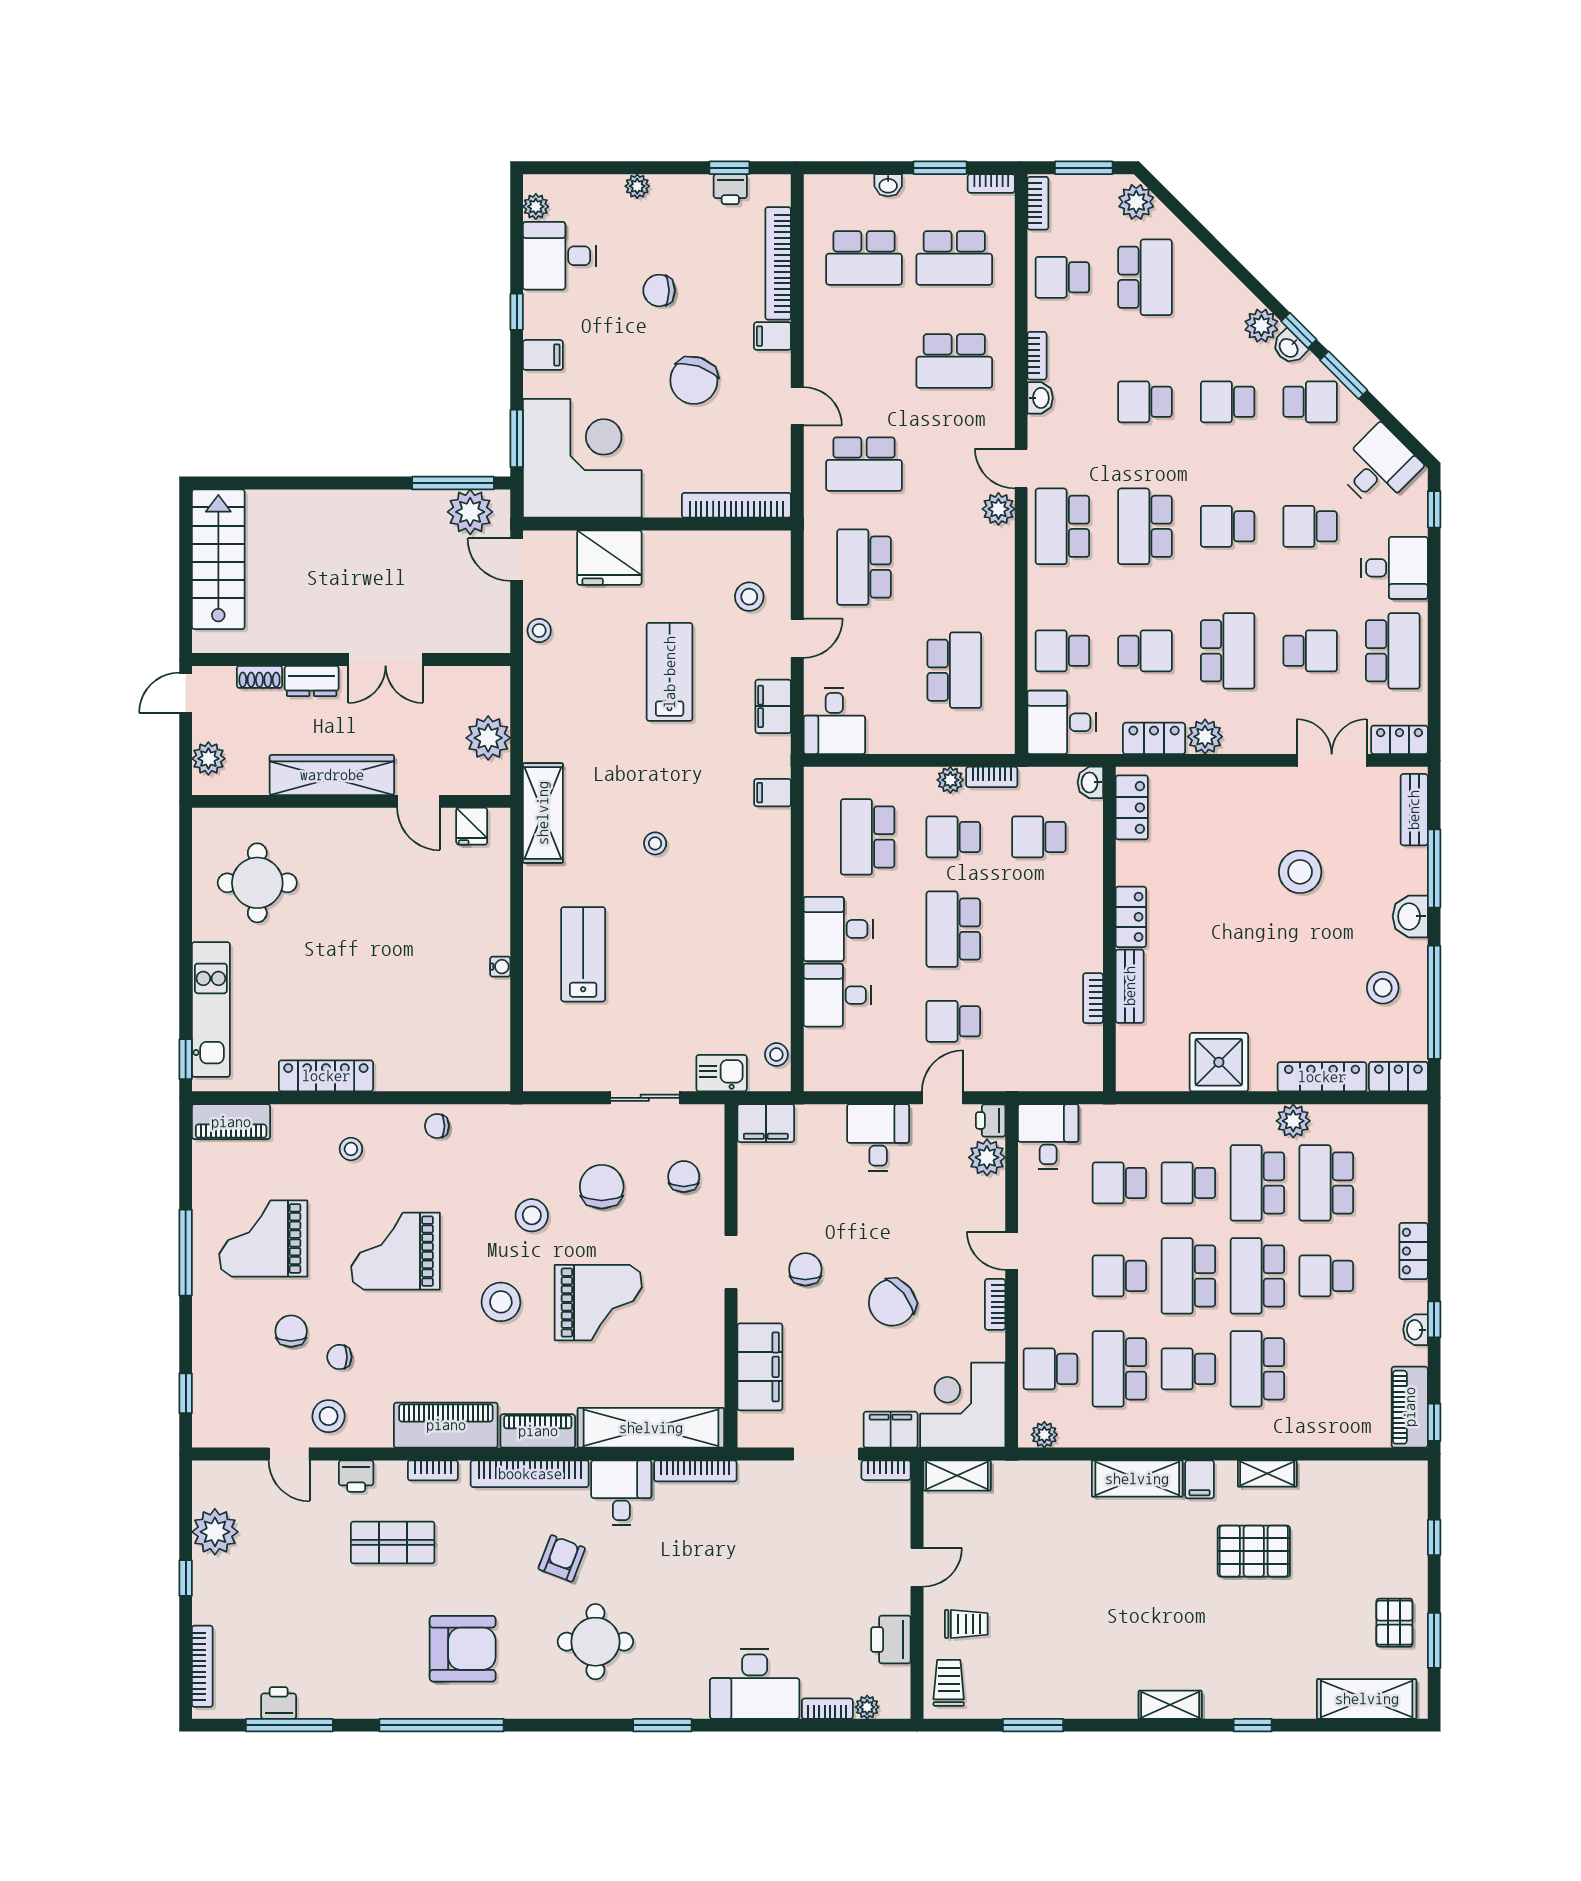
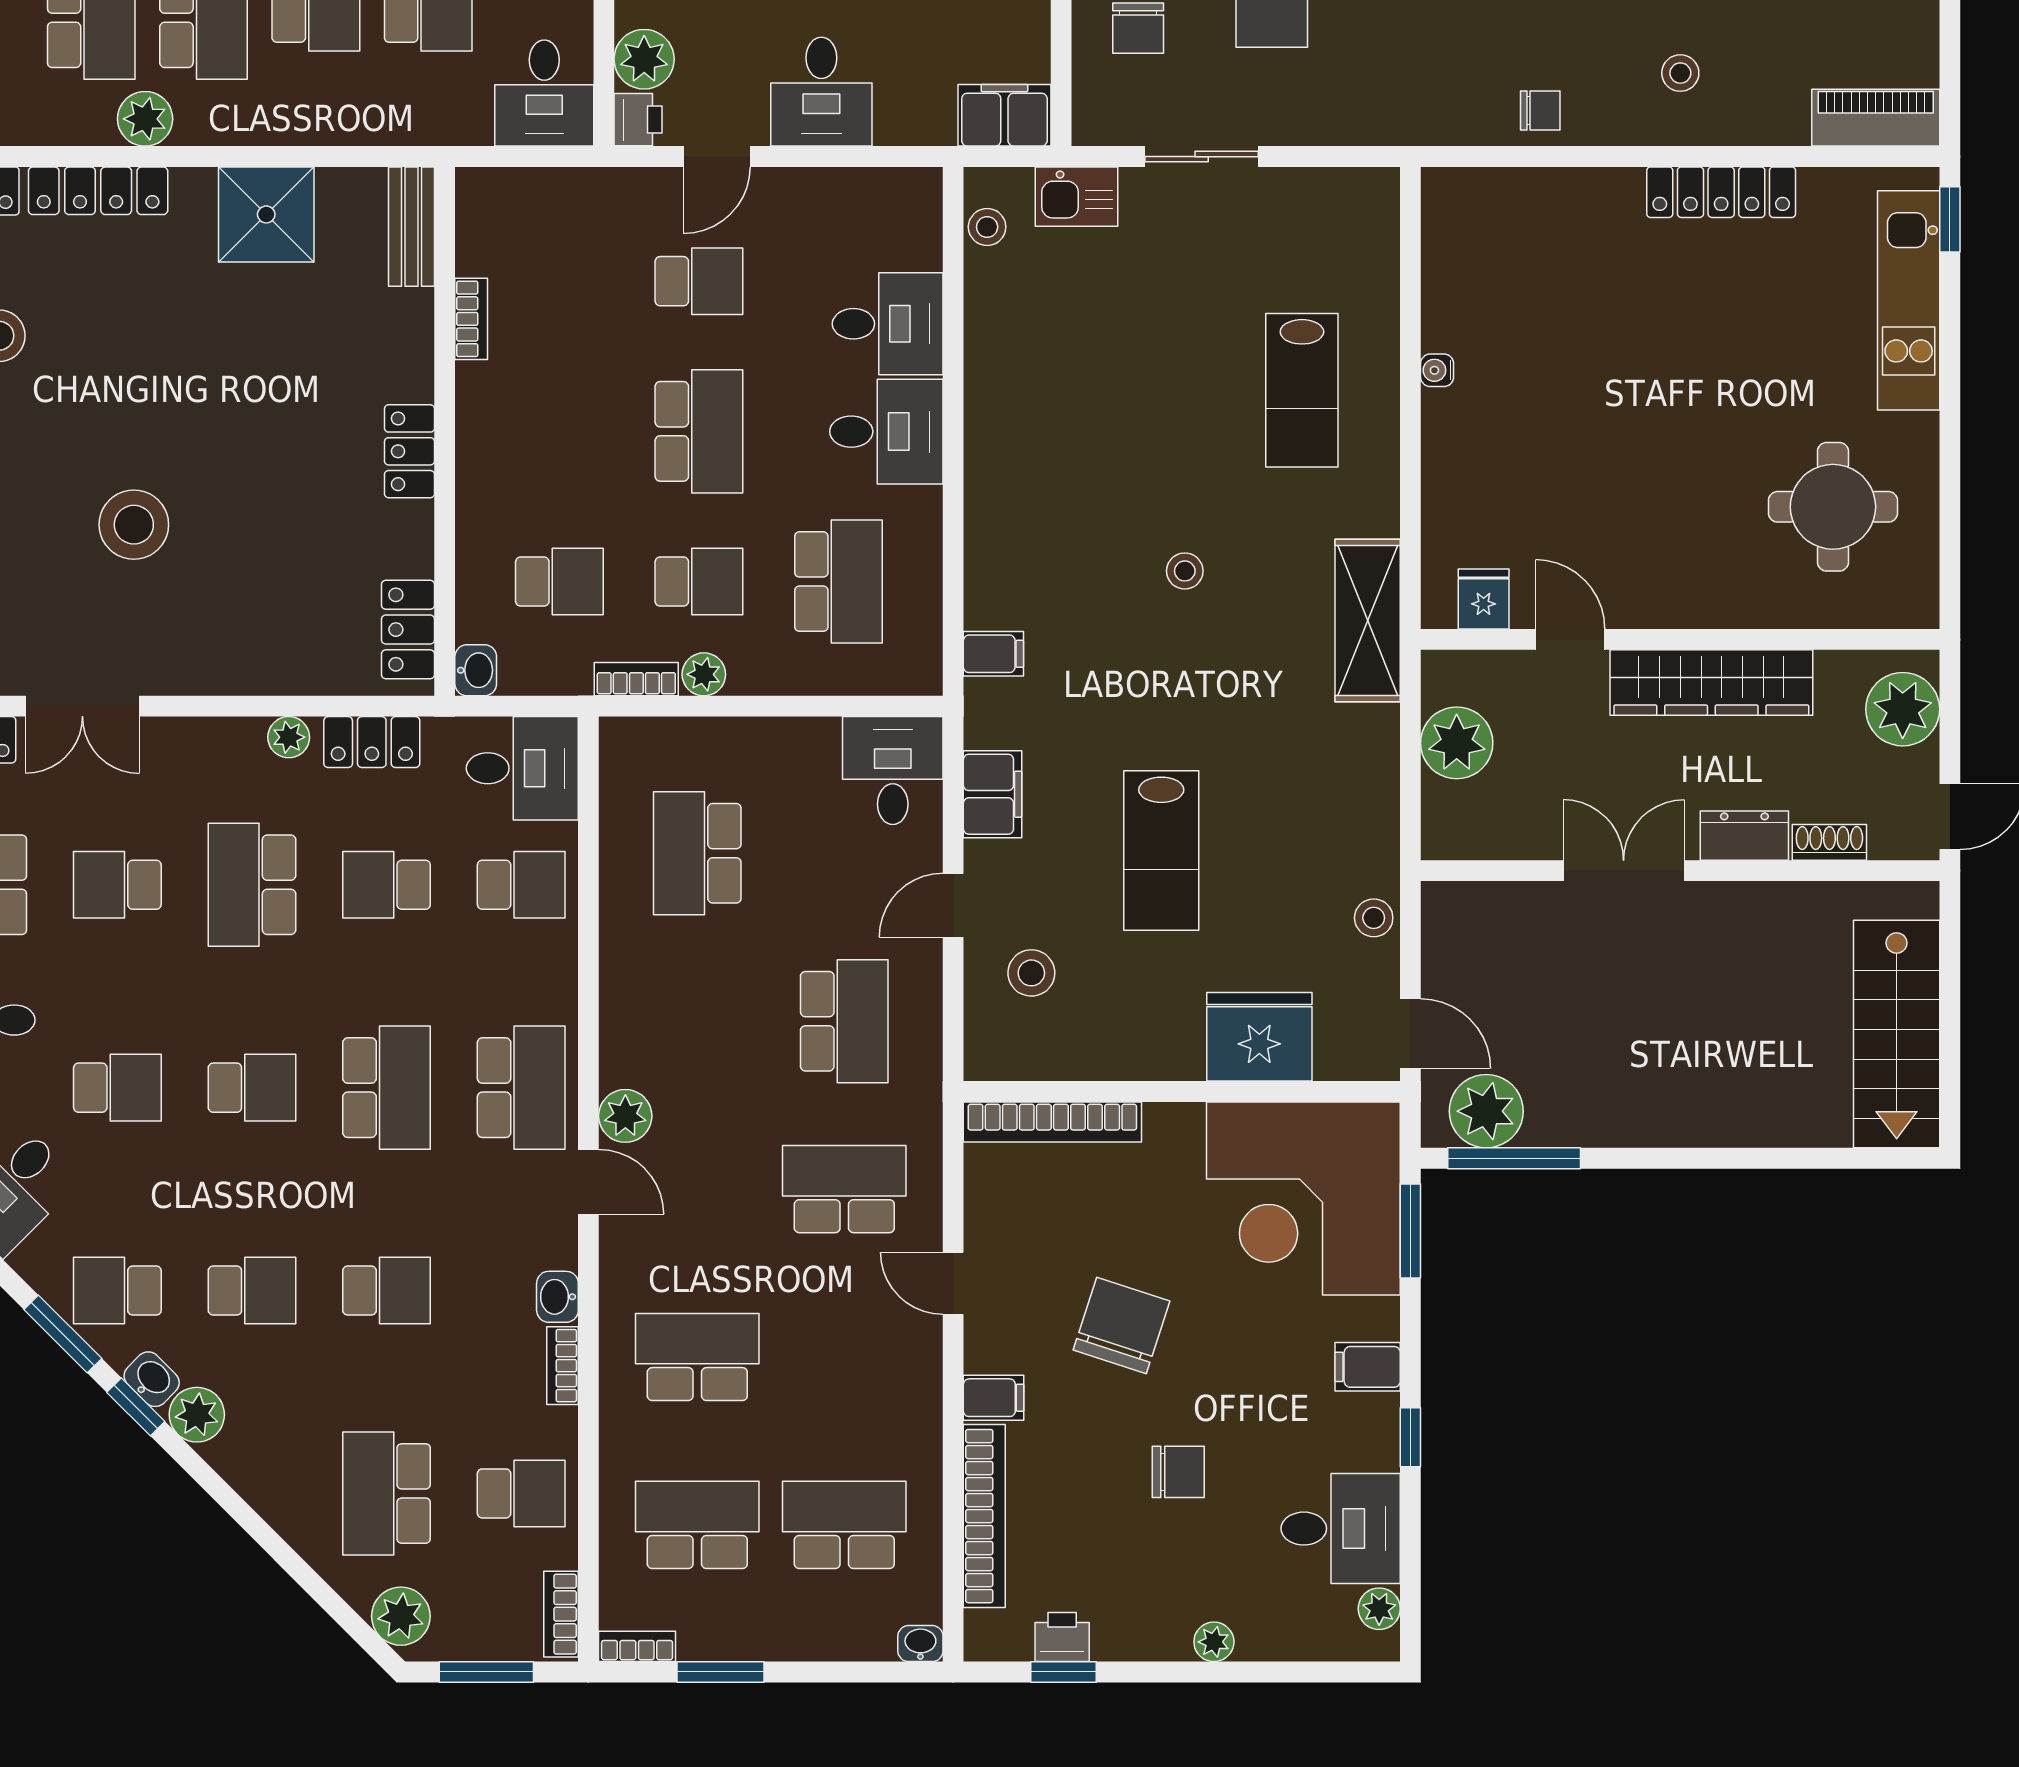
washbasin: (888, 185) -> (920, 1644), moved
plant: (1205, 737) -> (289, 737), width x0.73, depth x0.73
plant: (208, 759) -> (1903, 709), width x1.36, depth x1.36
bench: (1130, 986) -> (412, 227), moved

